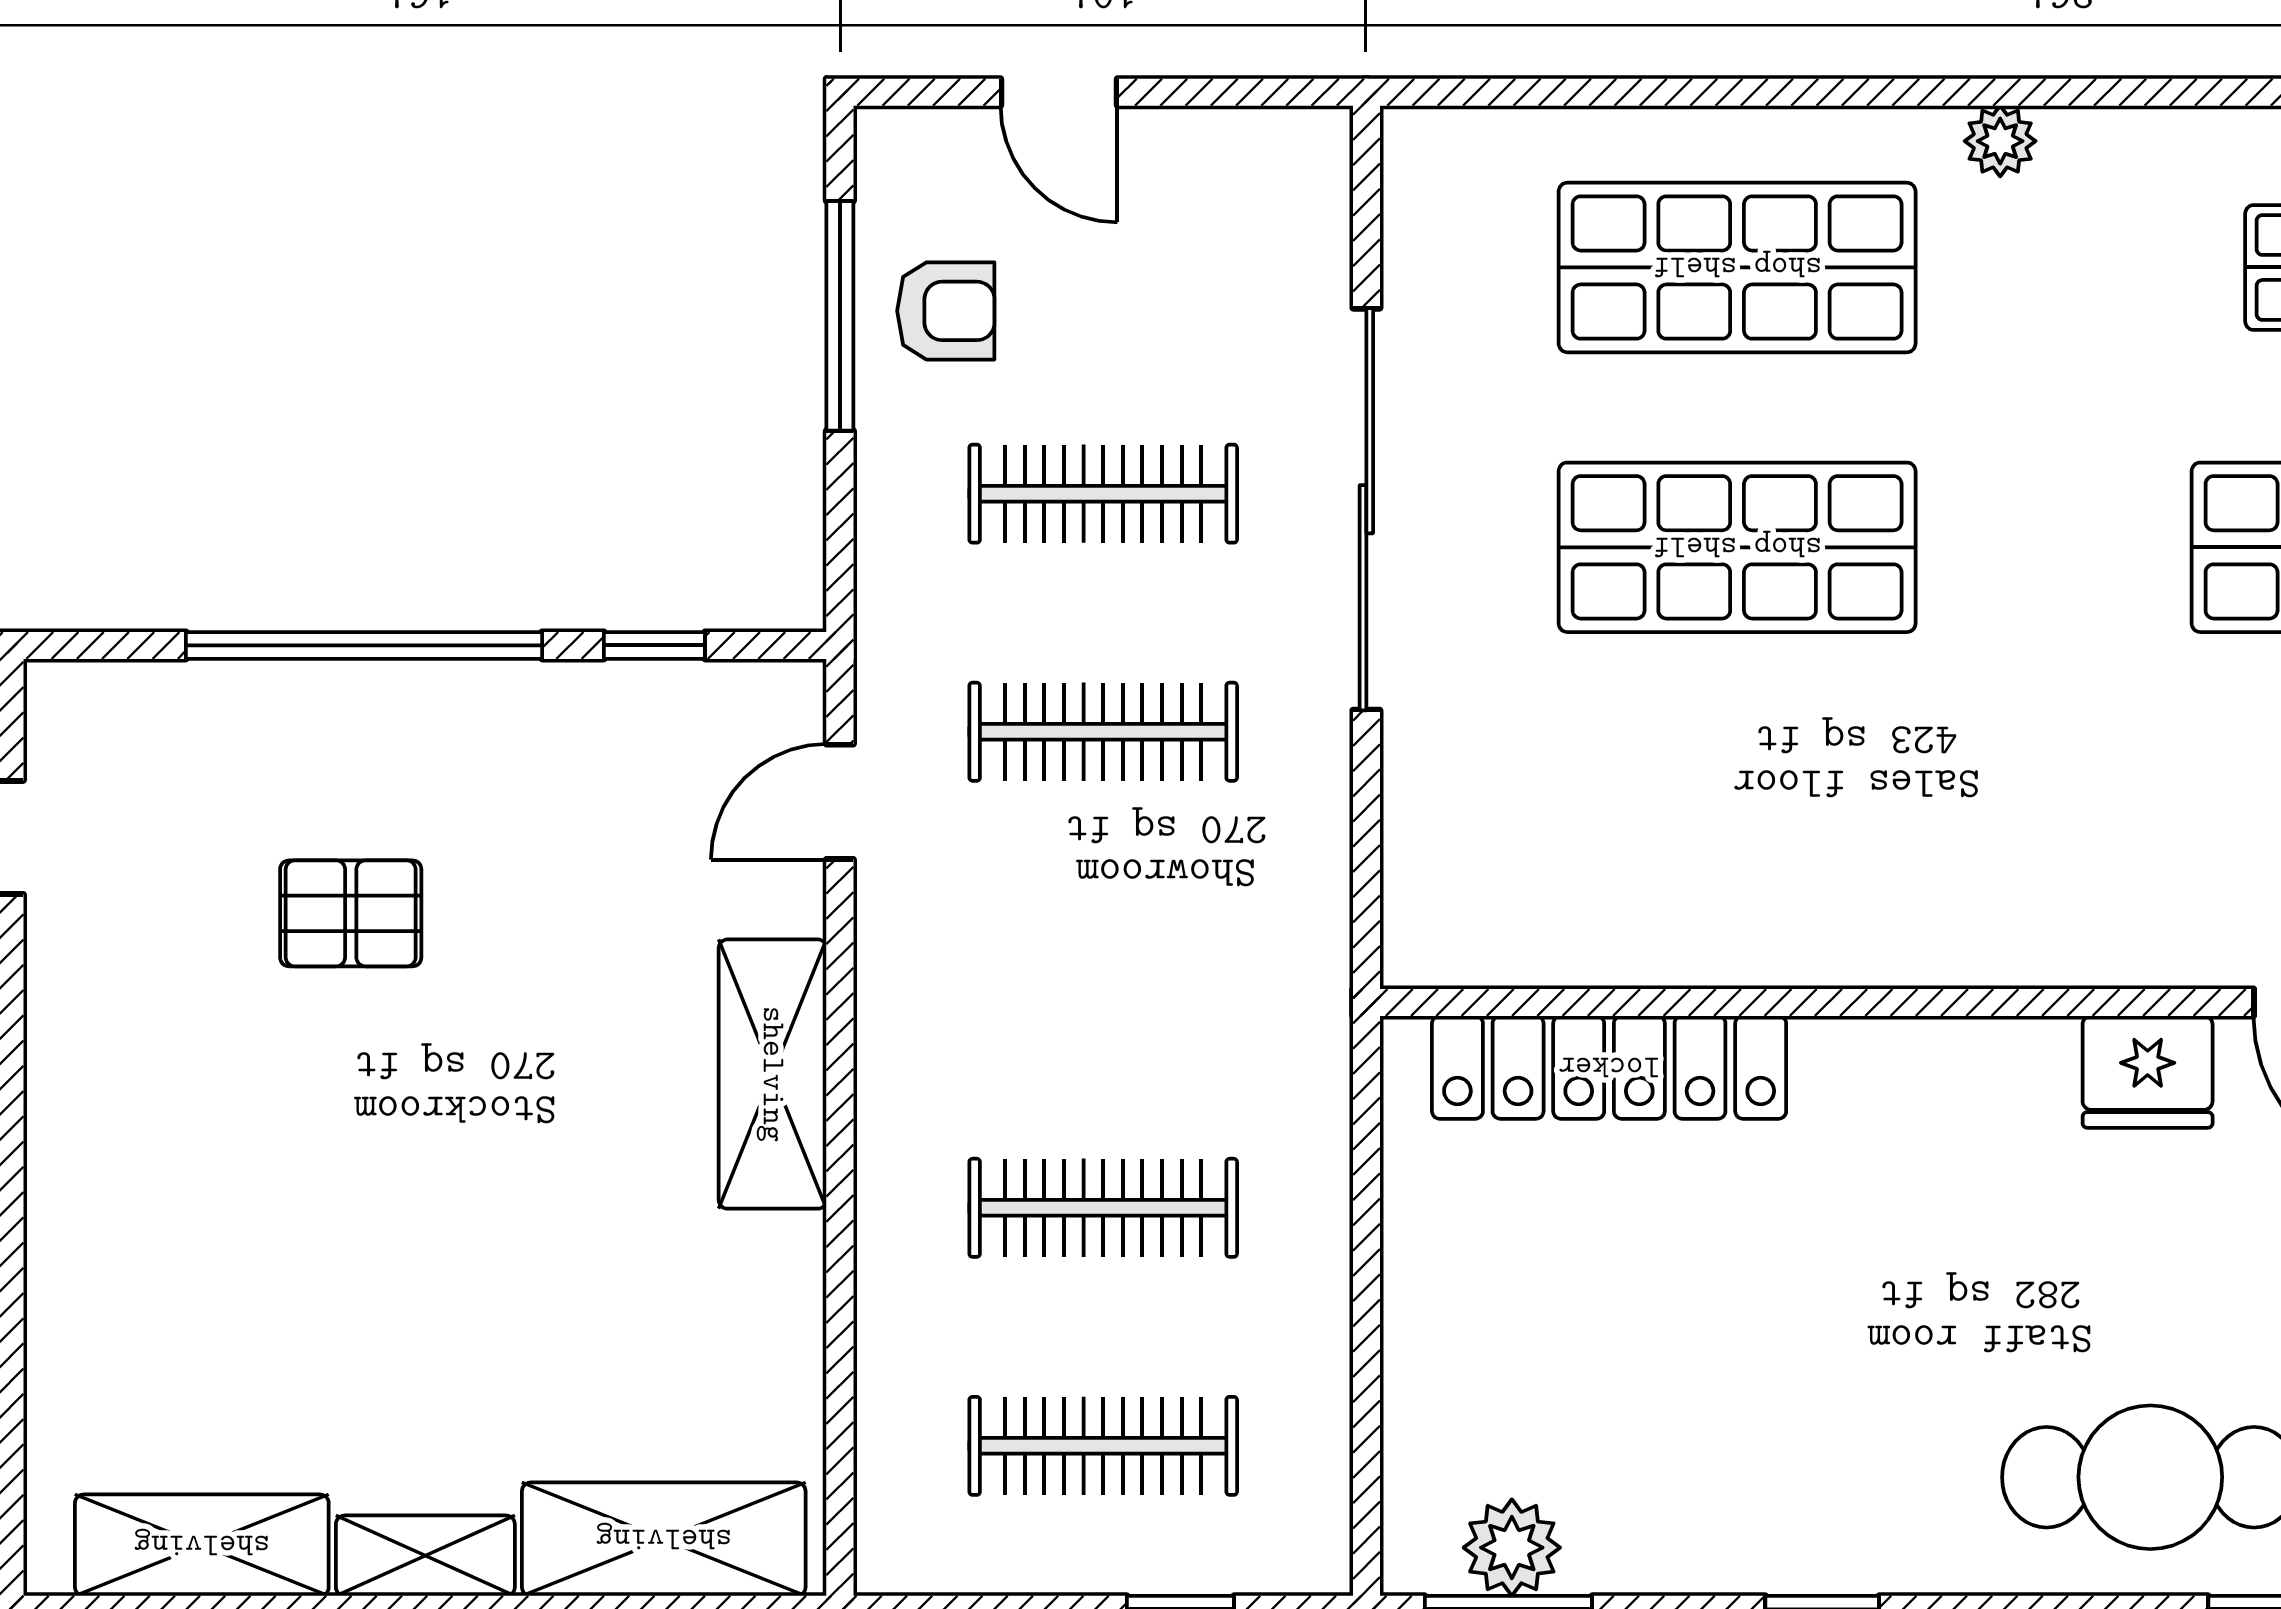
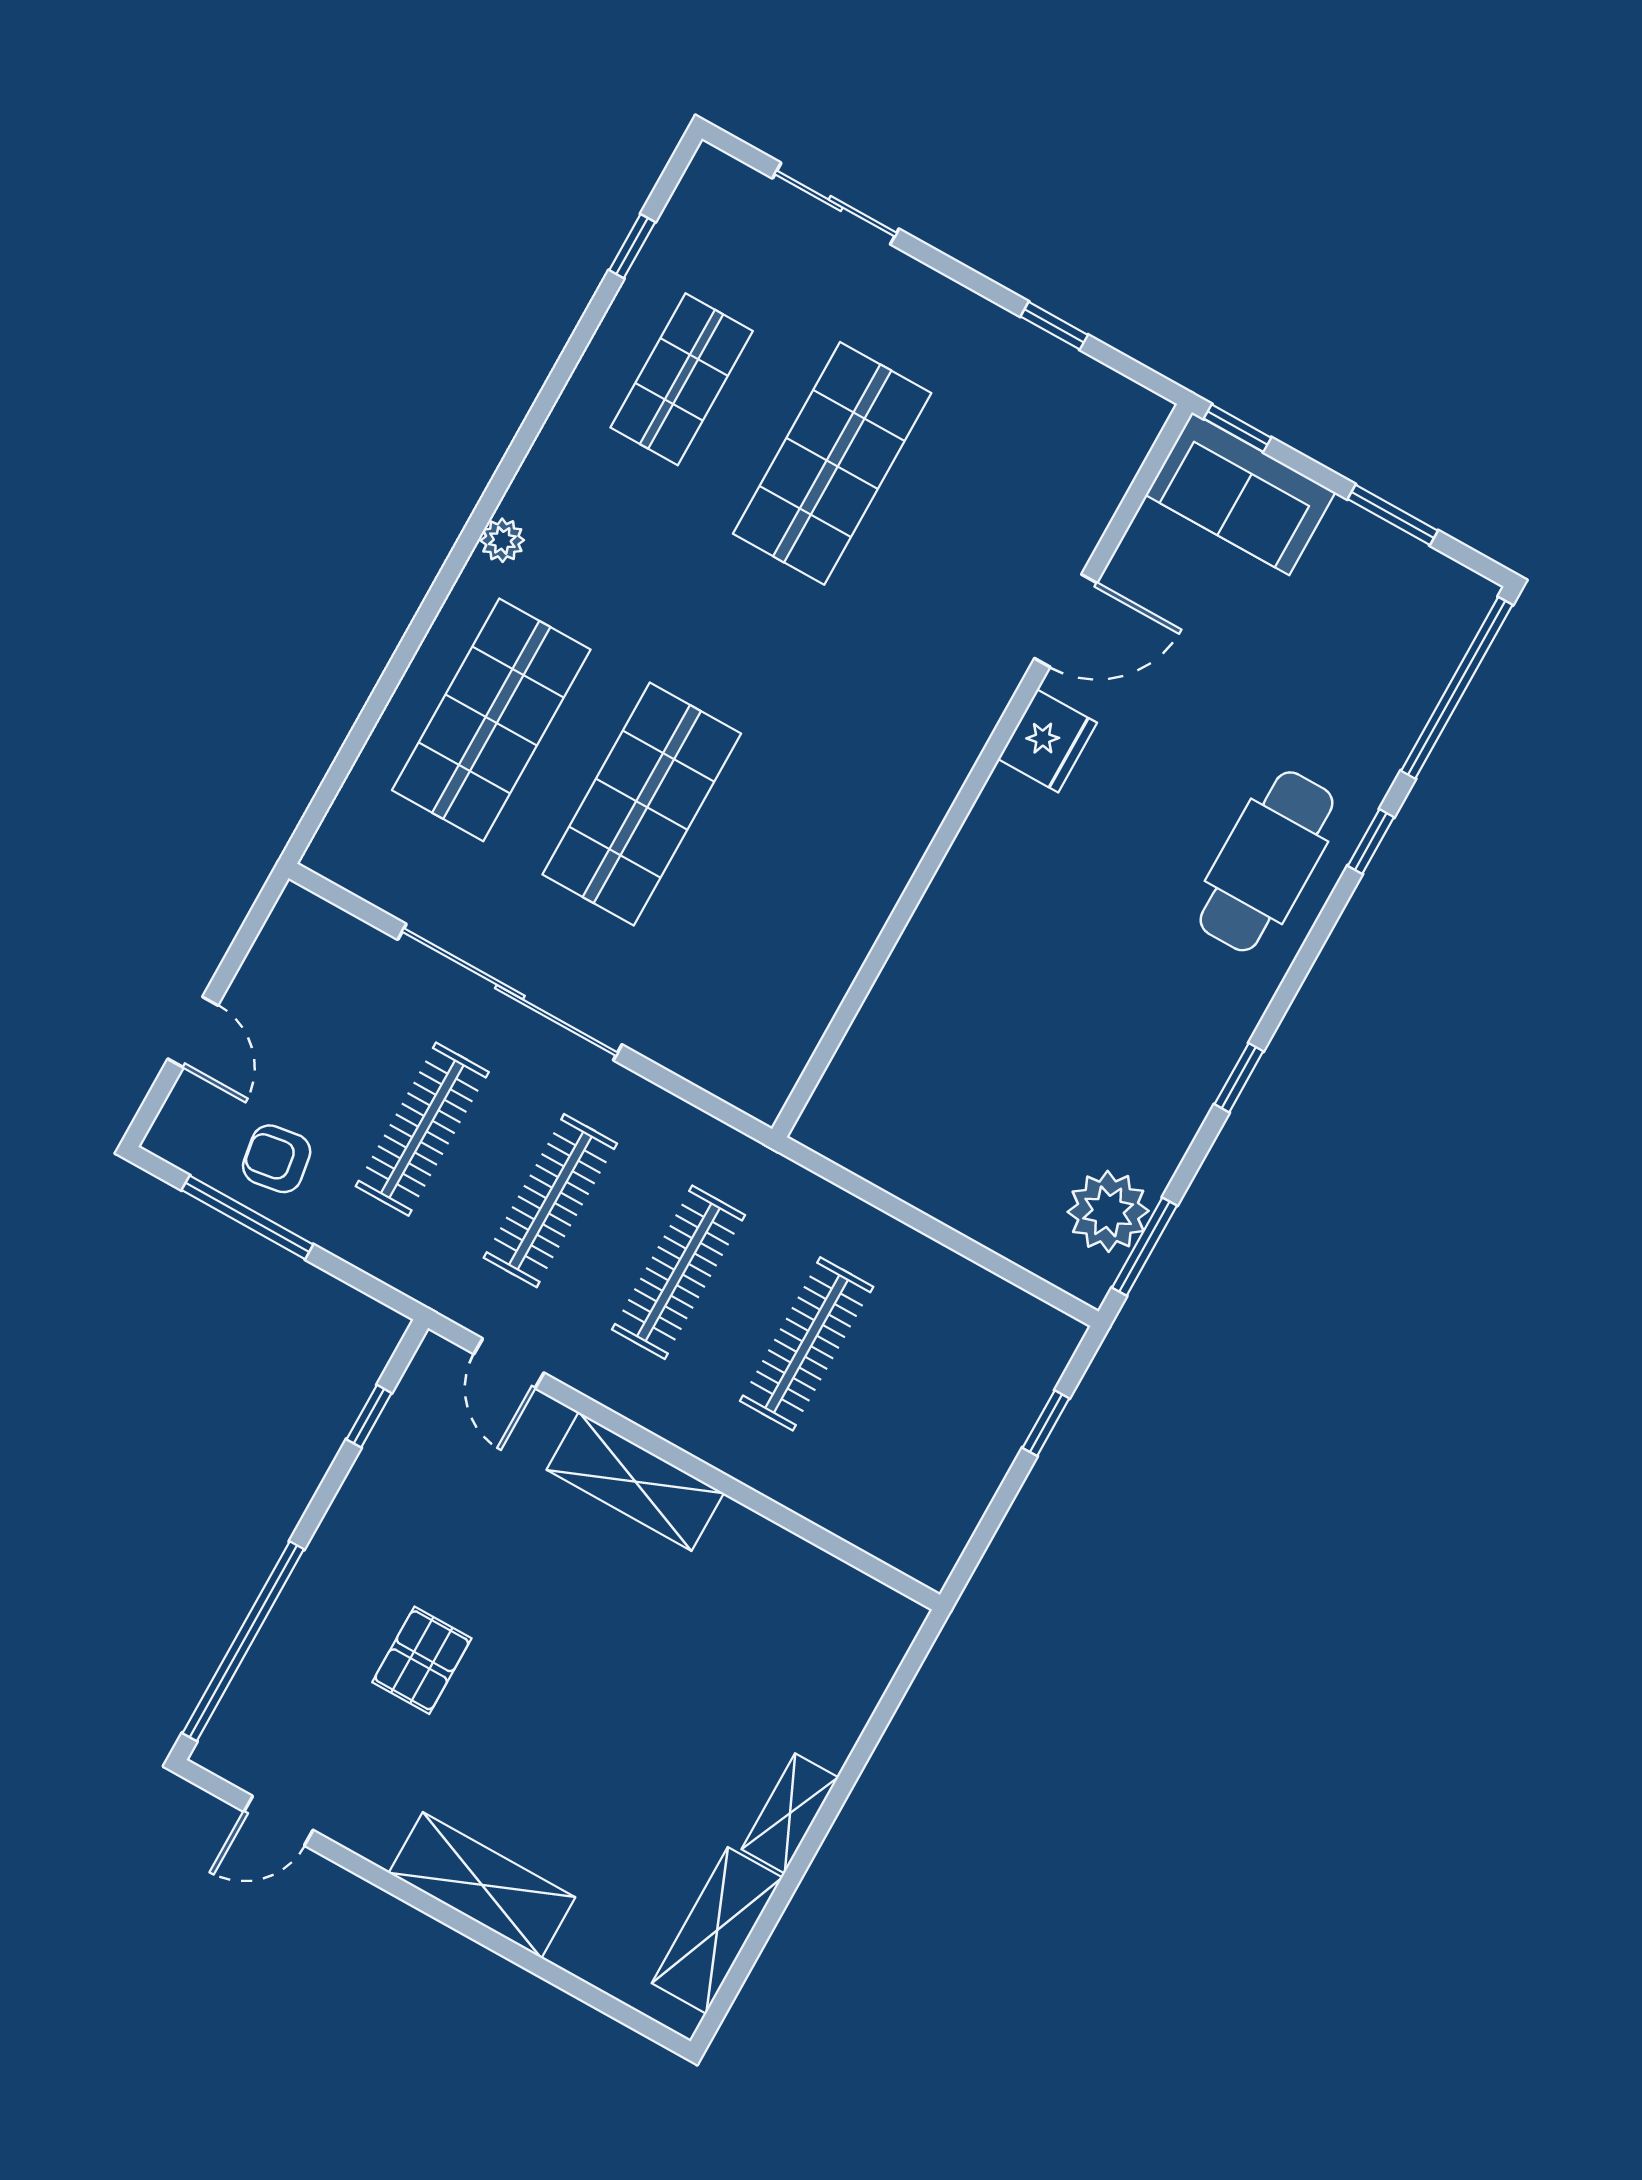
door: (1059, 92) -> (193, 1032), hinge flipped
armchair: (946, 311) -> (277, 1159), turned -99
window: (364, 645) -> (243, 1641), moved
locker: (1609, 1067) -> (883, 1029), removed
clothes rail: (1103, 1446) -> (678, 1272), moved
shelving: (664, 1539) -> (482, 1885), moved, turned 90
plant: (1512, 1548) -> (1108, 1211), width x1.36, depth x1.36

